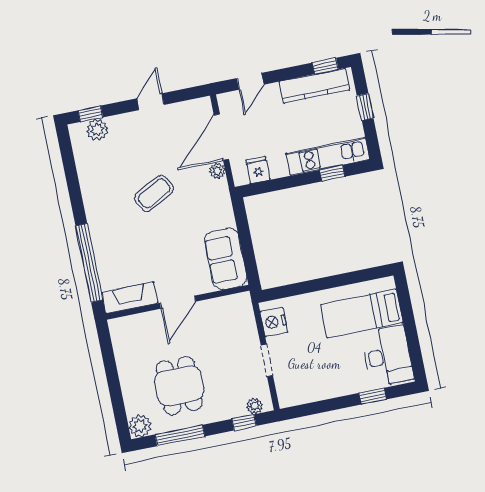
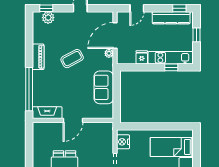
fridge: (258, 170) -> (142, 57), moved
piano: (94, 202) -> (38, 57), added
sofa: (226, 259) -> (104, 87), moved

